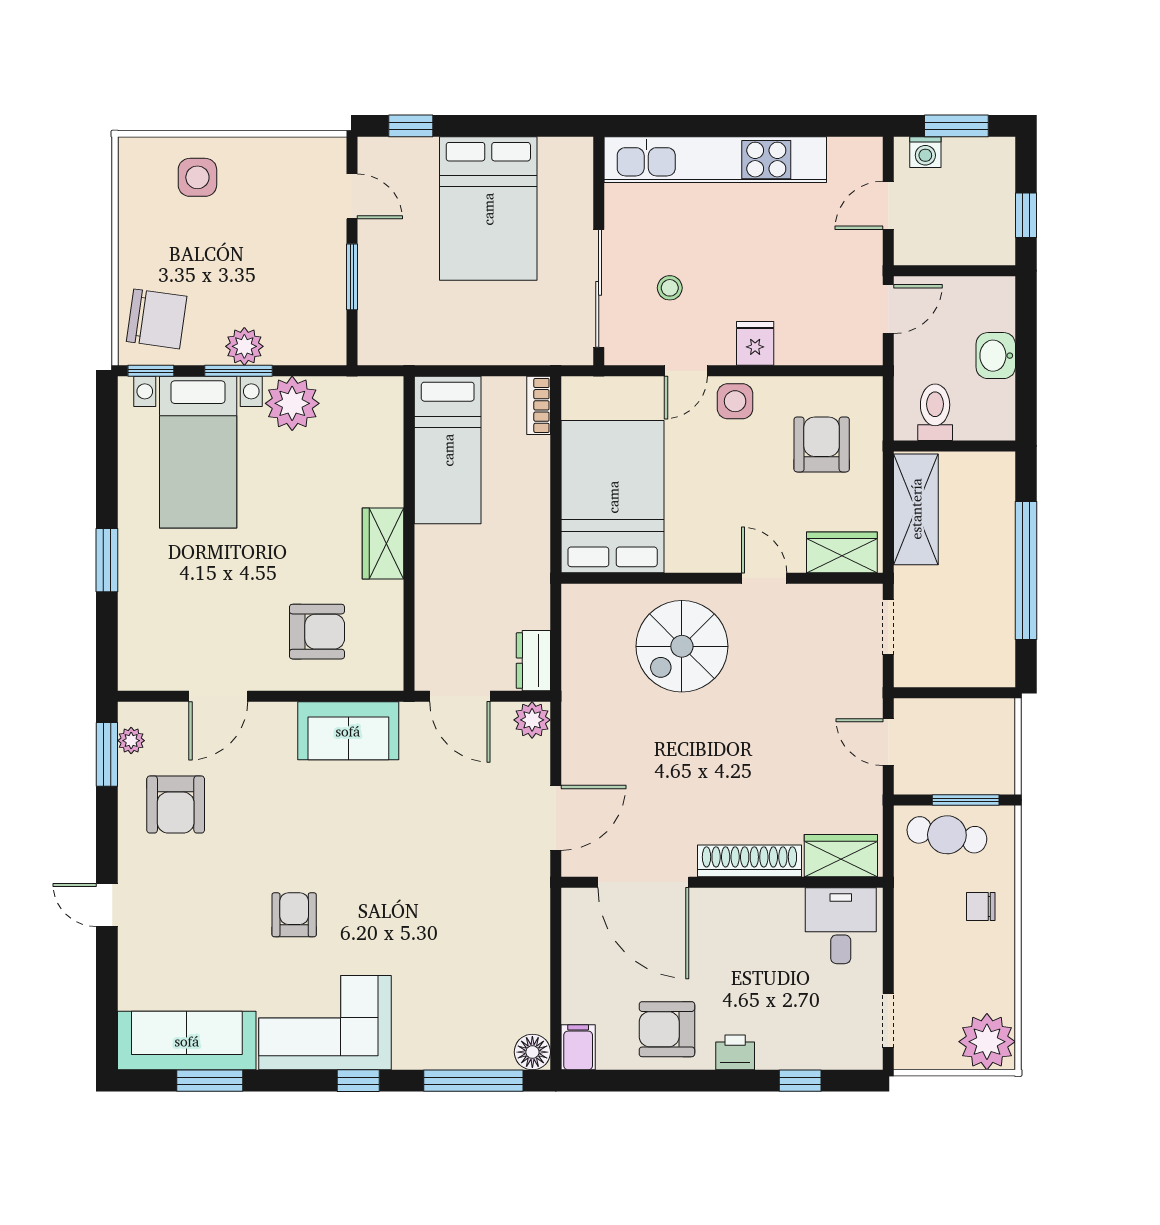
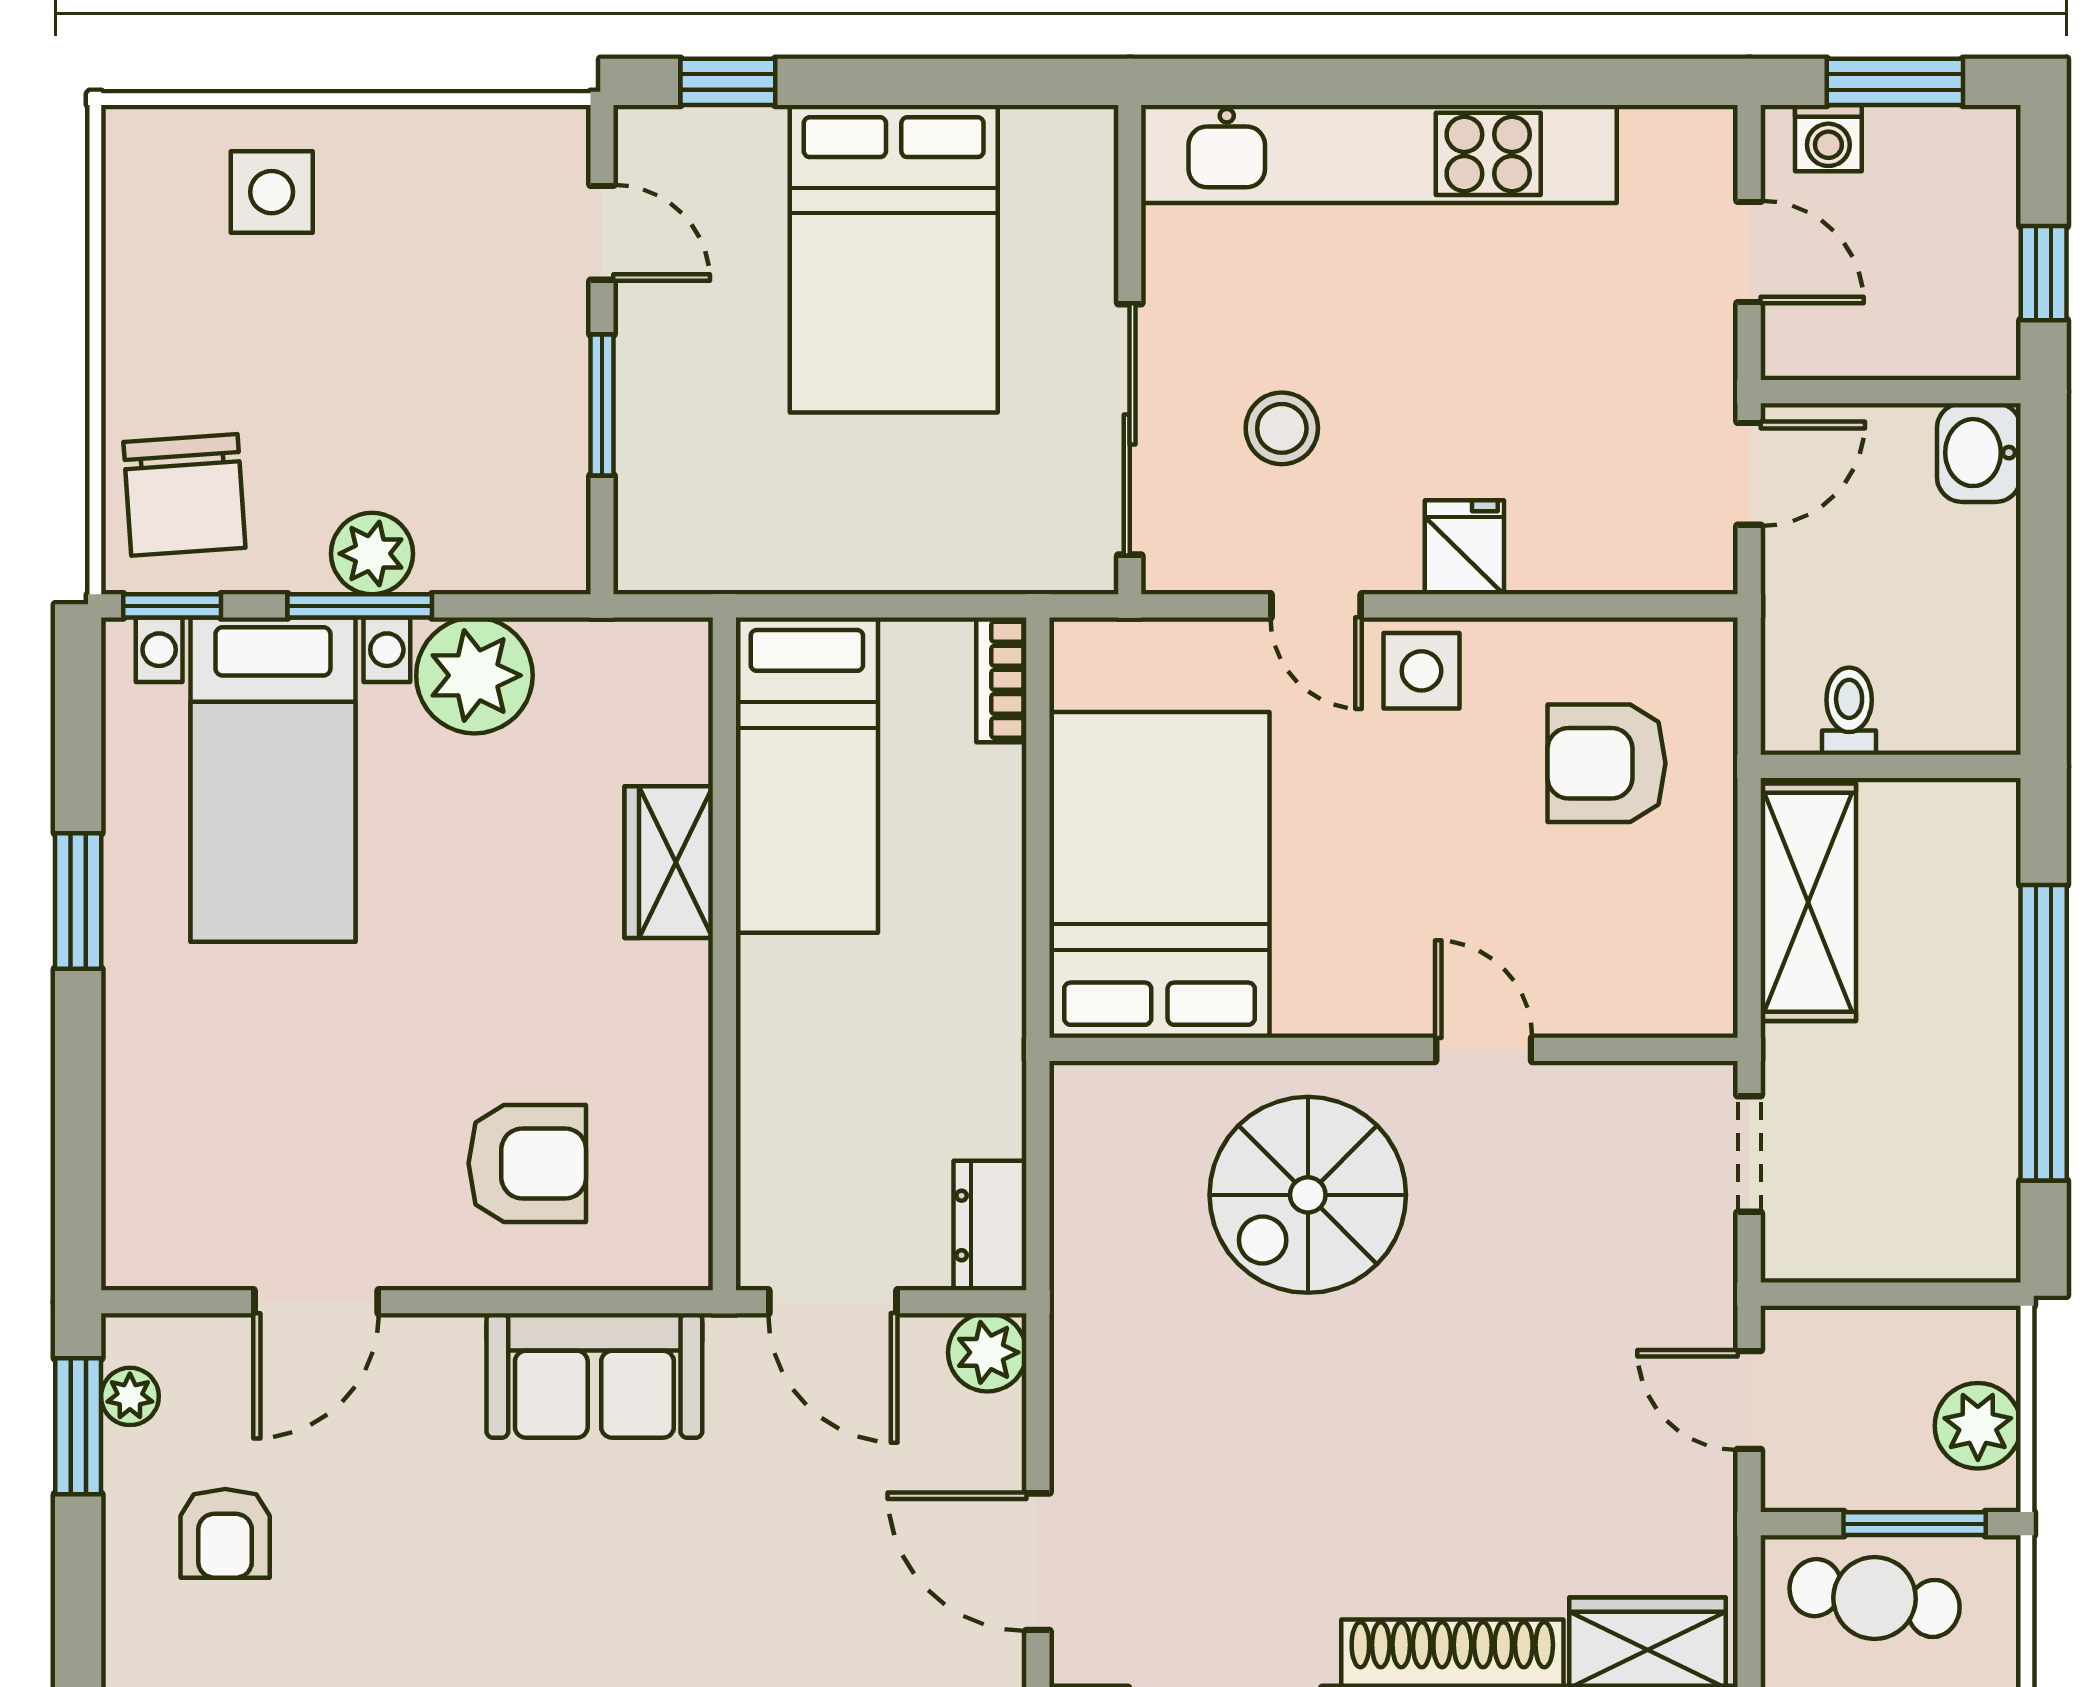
door: (888, 205) -> (1749, 252), swing flipped
stool: (670, 288) -> (1282, 428), width x1.37, depth x1.37
chair: (157, 319) -> (184, 495), turned 78
washbasin: (996, 356) -> (1979, 453), moved
door: (686, 371) -> (1316, 606), hinge flipped
toilet: (935, 412) -> (1849, 711), width x0.73, depth x0.72
armchair: (822, 444) -> (1607, 763), turned -90
wardrobe: (383, 543) -> (669, 862), moved
wardrobe: (842, 552) -> (1650, 994), removed
window: (107, 560) -> (78, 901), moved
plant: (995, 754) -> (1978, 1426), added
armchair: (176, 805) -> (225, 1533), width x0.72, depth x0.72
door: (556, 818) -> (1038, 1562), swing flipped

